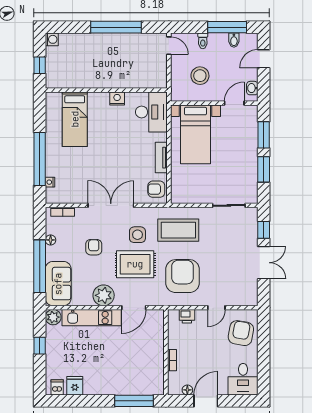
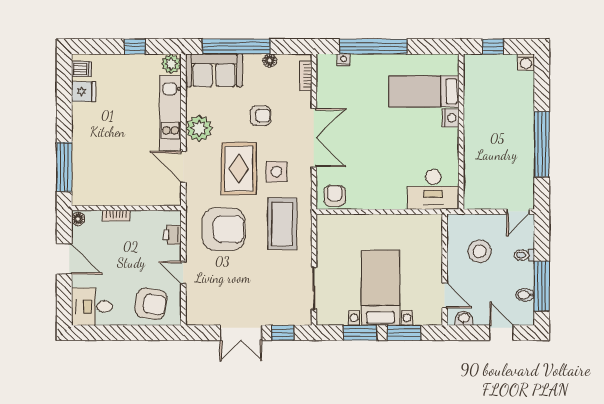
nightstand: (117, 99) -> (450, 118), moved
bed with nightstands: (195, 134) -> (381, 288), moved, turned 90
tv unit: (161, 158) -> (375, 202), removed
floor lamp: (187, 390) -> (78, 219), moved

